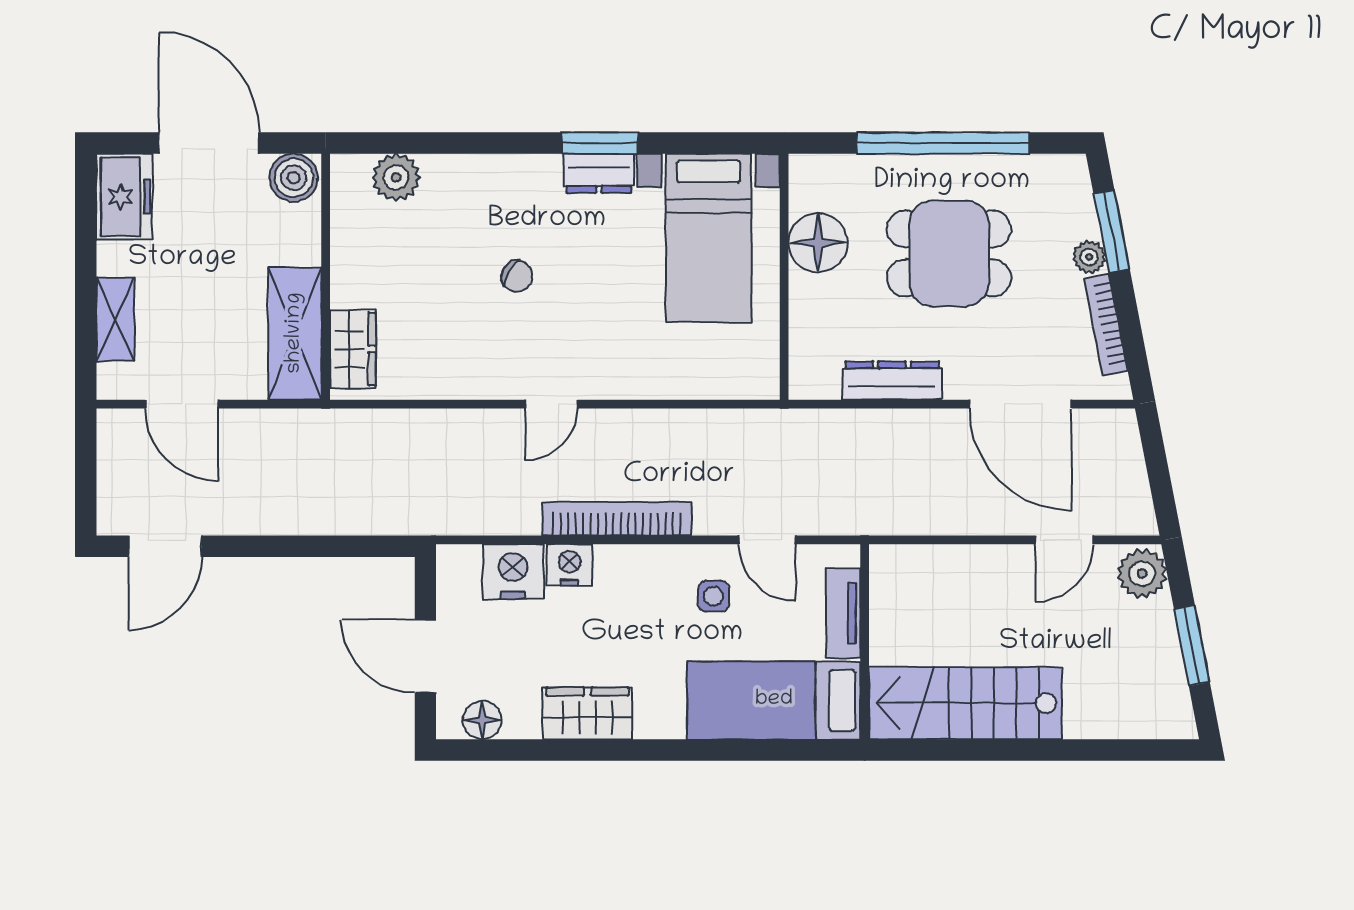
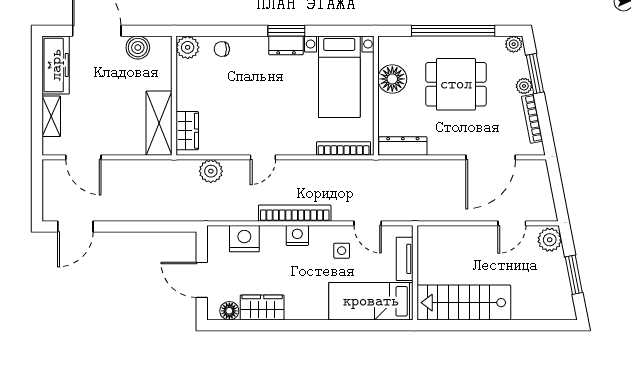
plant: (1068, 171) -> (514, 44), added
freezer: (124, 197) -> (56, 65), width x1.40
chair: (517, 276) -> (222, 49), moved, turned 150
wall: (326, 277) -> (174, 96), moved
shelving: (295, 333) -> (159, 123), moved
wardrobe: (353, 349) -> (187, 131), moved
dresser: (892, 381) -> (403, 146), moved
bookcase: (717, 386) -> (344, 148), added
door: (1021, 404) -> (491, 157), hinge flipped
plant: (444, 432) -> (211, 171), added
nightstand: (569, 565) -> (297, 235), moved
wardrobe: (587, 713) -> (262, 308), moved

